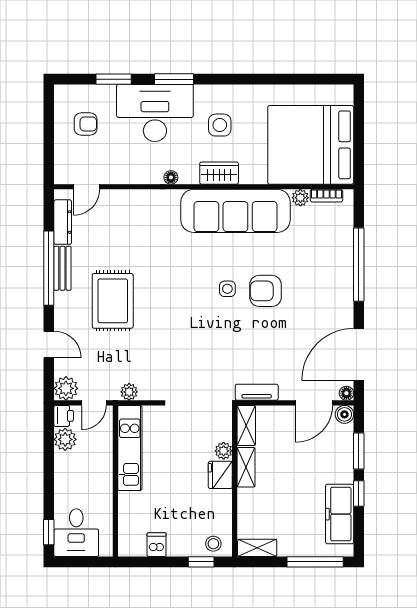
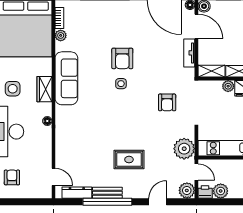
sofa: (235, 211) -> (66, 78), width x0.74, depth x0.79
rug: (113, 301) -> (129, 160), width x0.73, depth x0.70
armchair: (199, 359) -> (167, 102), added
plant: (129, 392) -> (184, 149), width x1.88, depth x1.88
tv unit: (257, 392) -> (189, 53), moved

